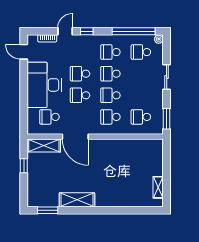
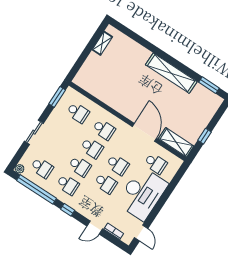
window: (87, 31) -> (68, 210), moved
shelving: (77, 200) -> (171, 73), width x1.47

